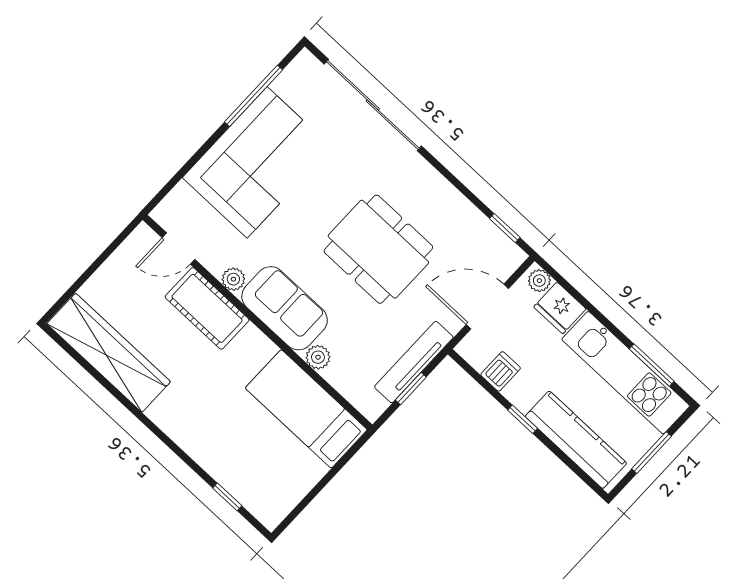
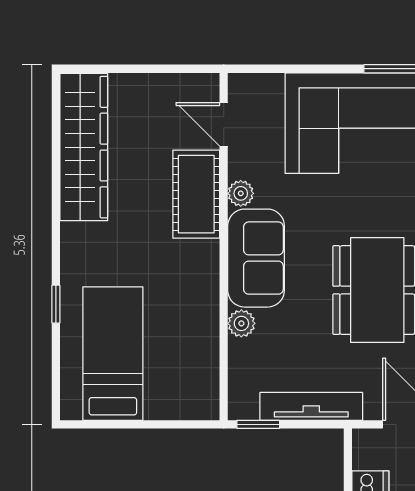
window: (411, 389) -> (258, 424), moved
bed: (306, 409) -> (113, 354), moved
window: (227, 497) -> (56, 304), moved

